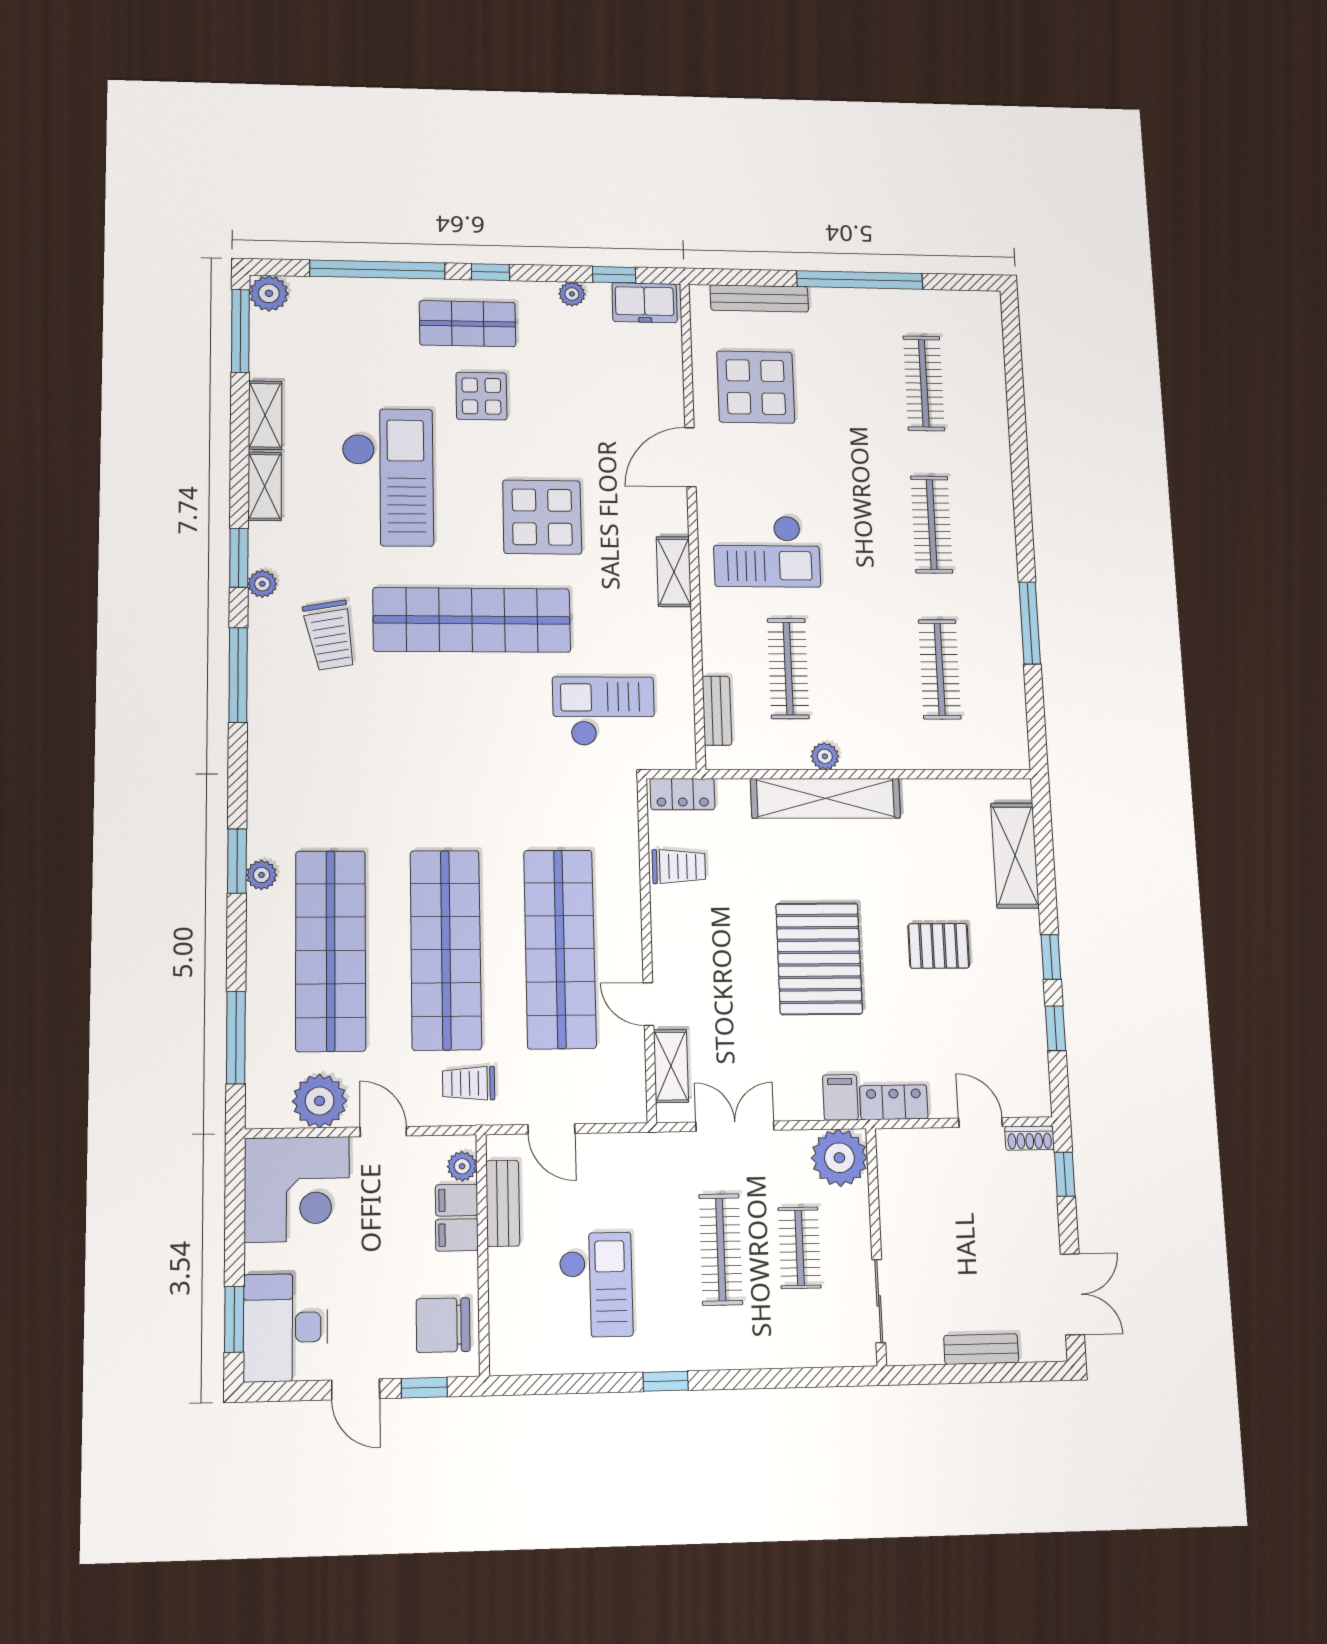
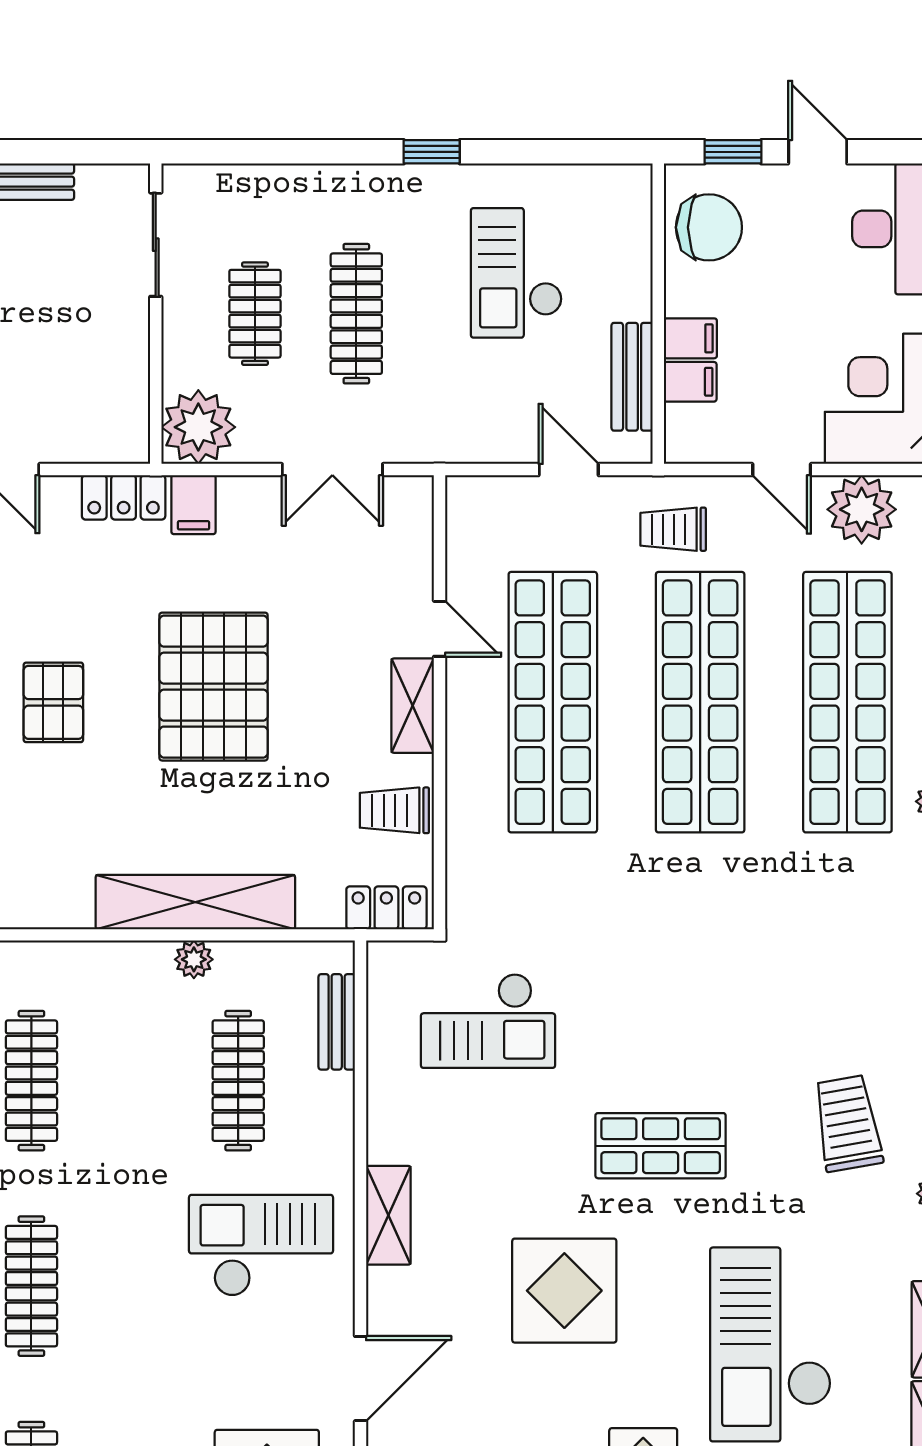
shop shelf: (472, 620) -> (661, 1146), width x0.50, depth x0.74
pallet: (939, 946) -> (53, 702), turned 90
shelving: (671, 1066) -> (413, 706), moved
trolley: (469, 1083) -> (673, 529), turned 180
plant: (462, 1166) -> (683, 424), removed

